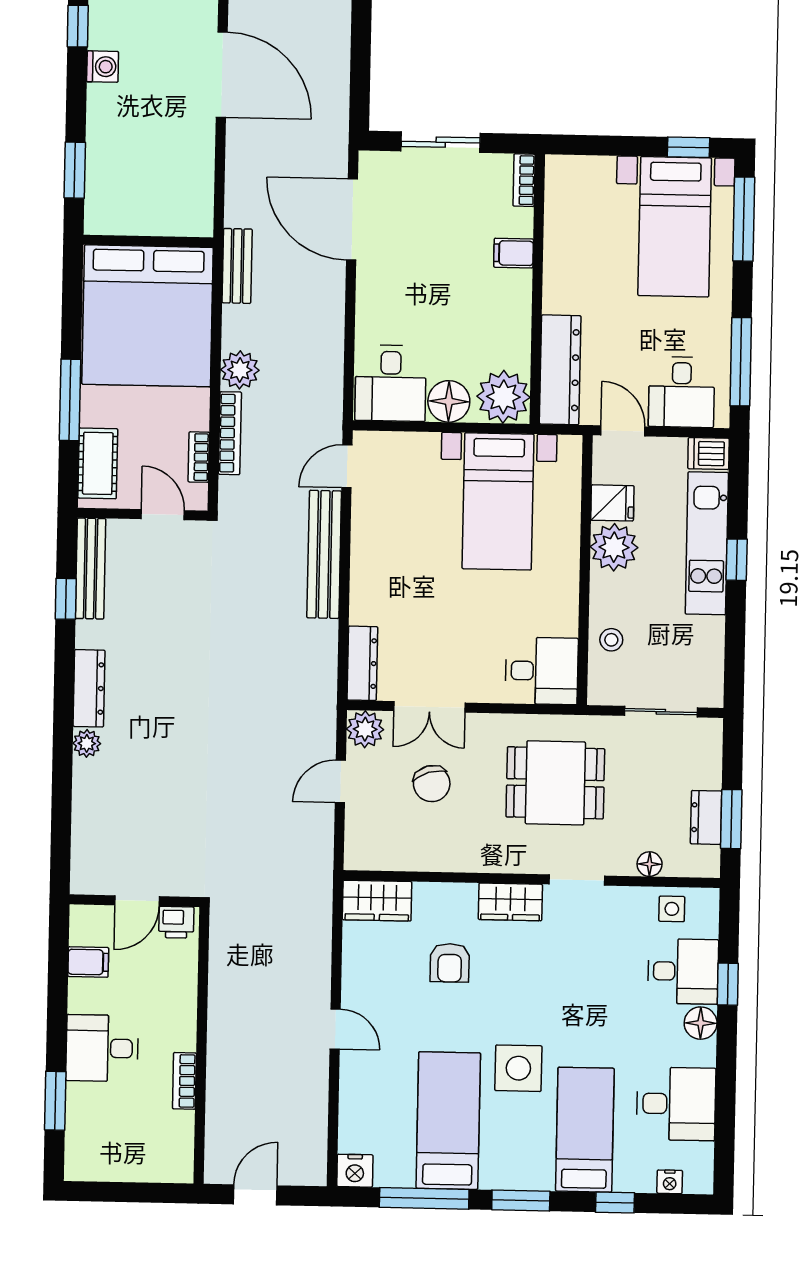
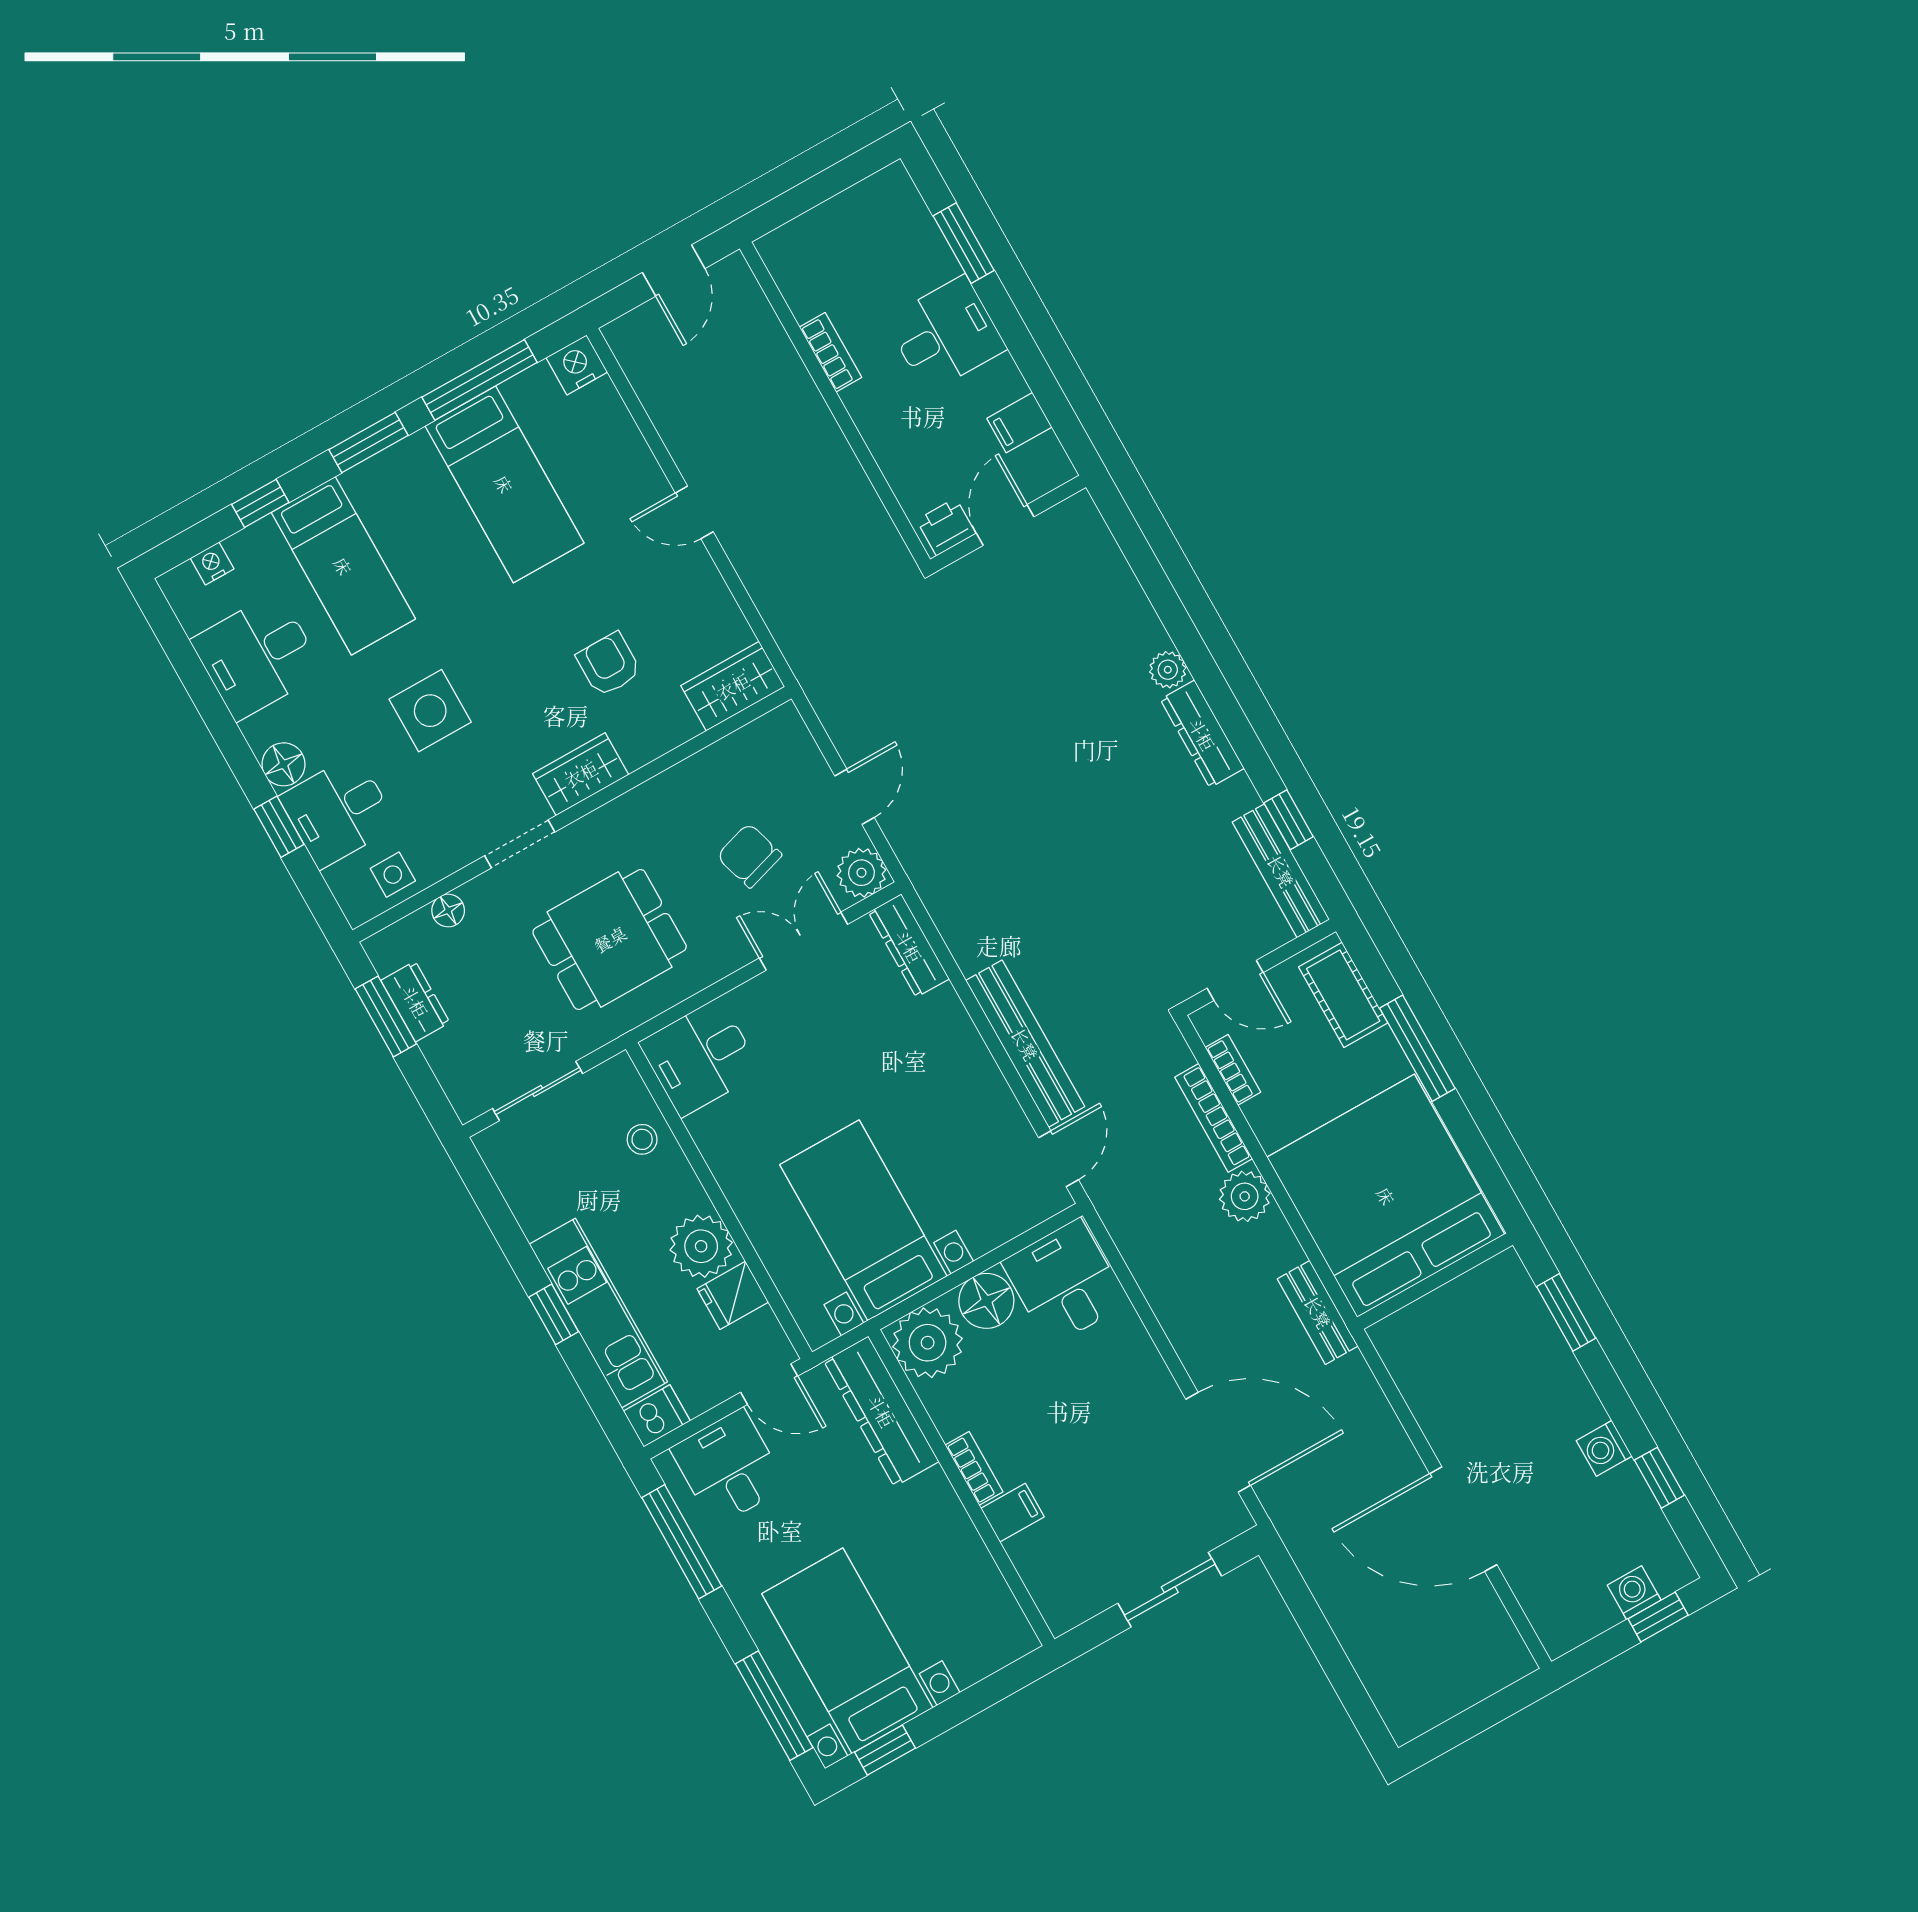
bookcase: (524, 180) -> (974, 1468), moved
side table: (518, 1068) -> (430, 711), moved

